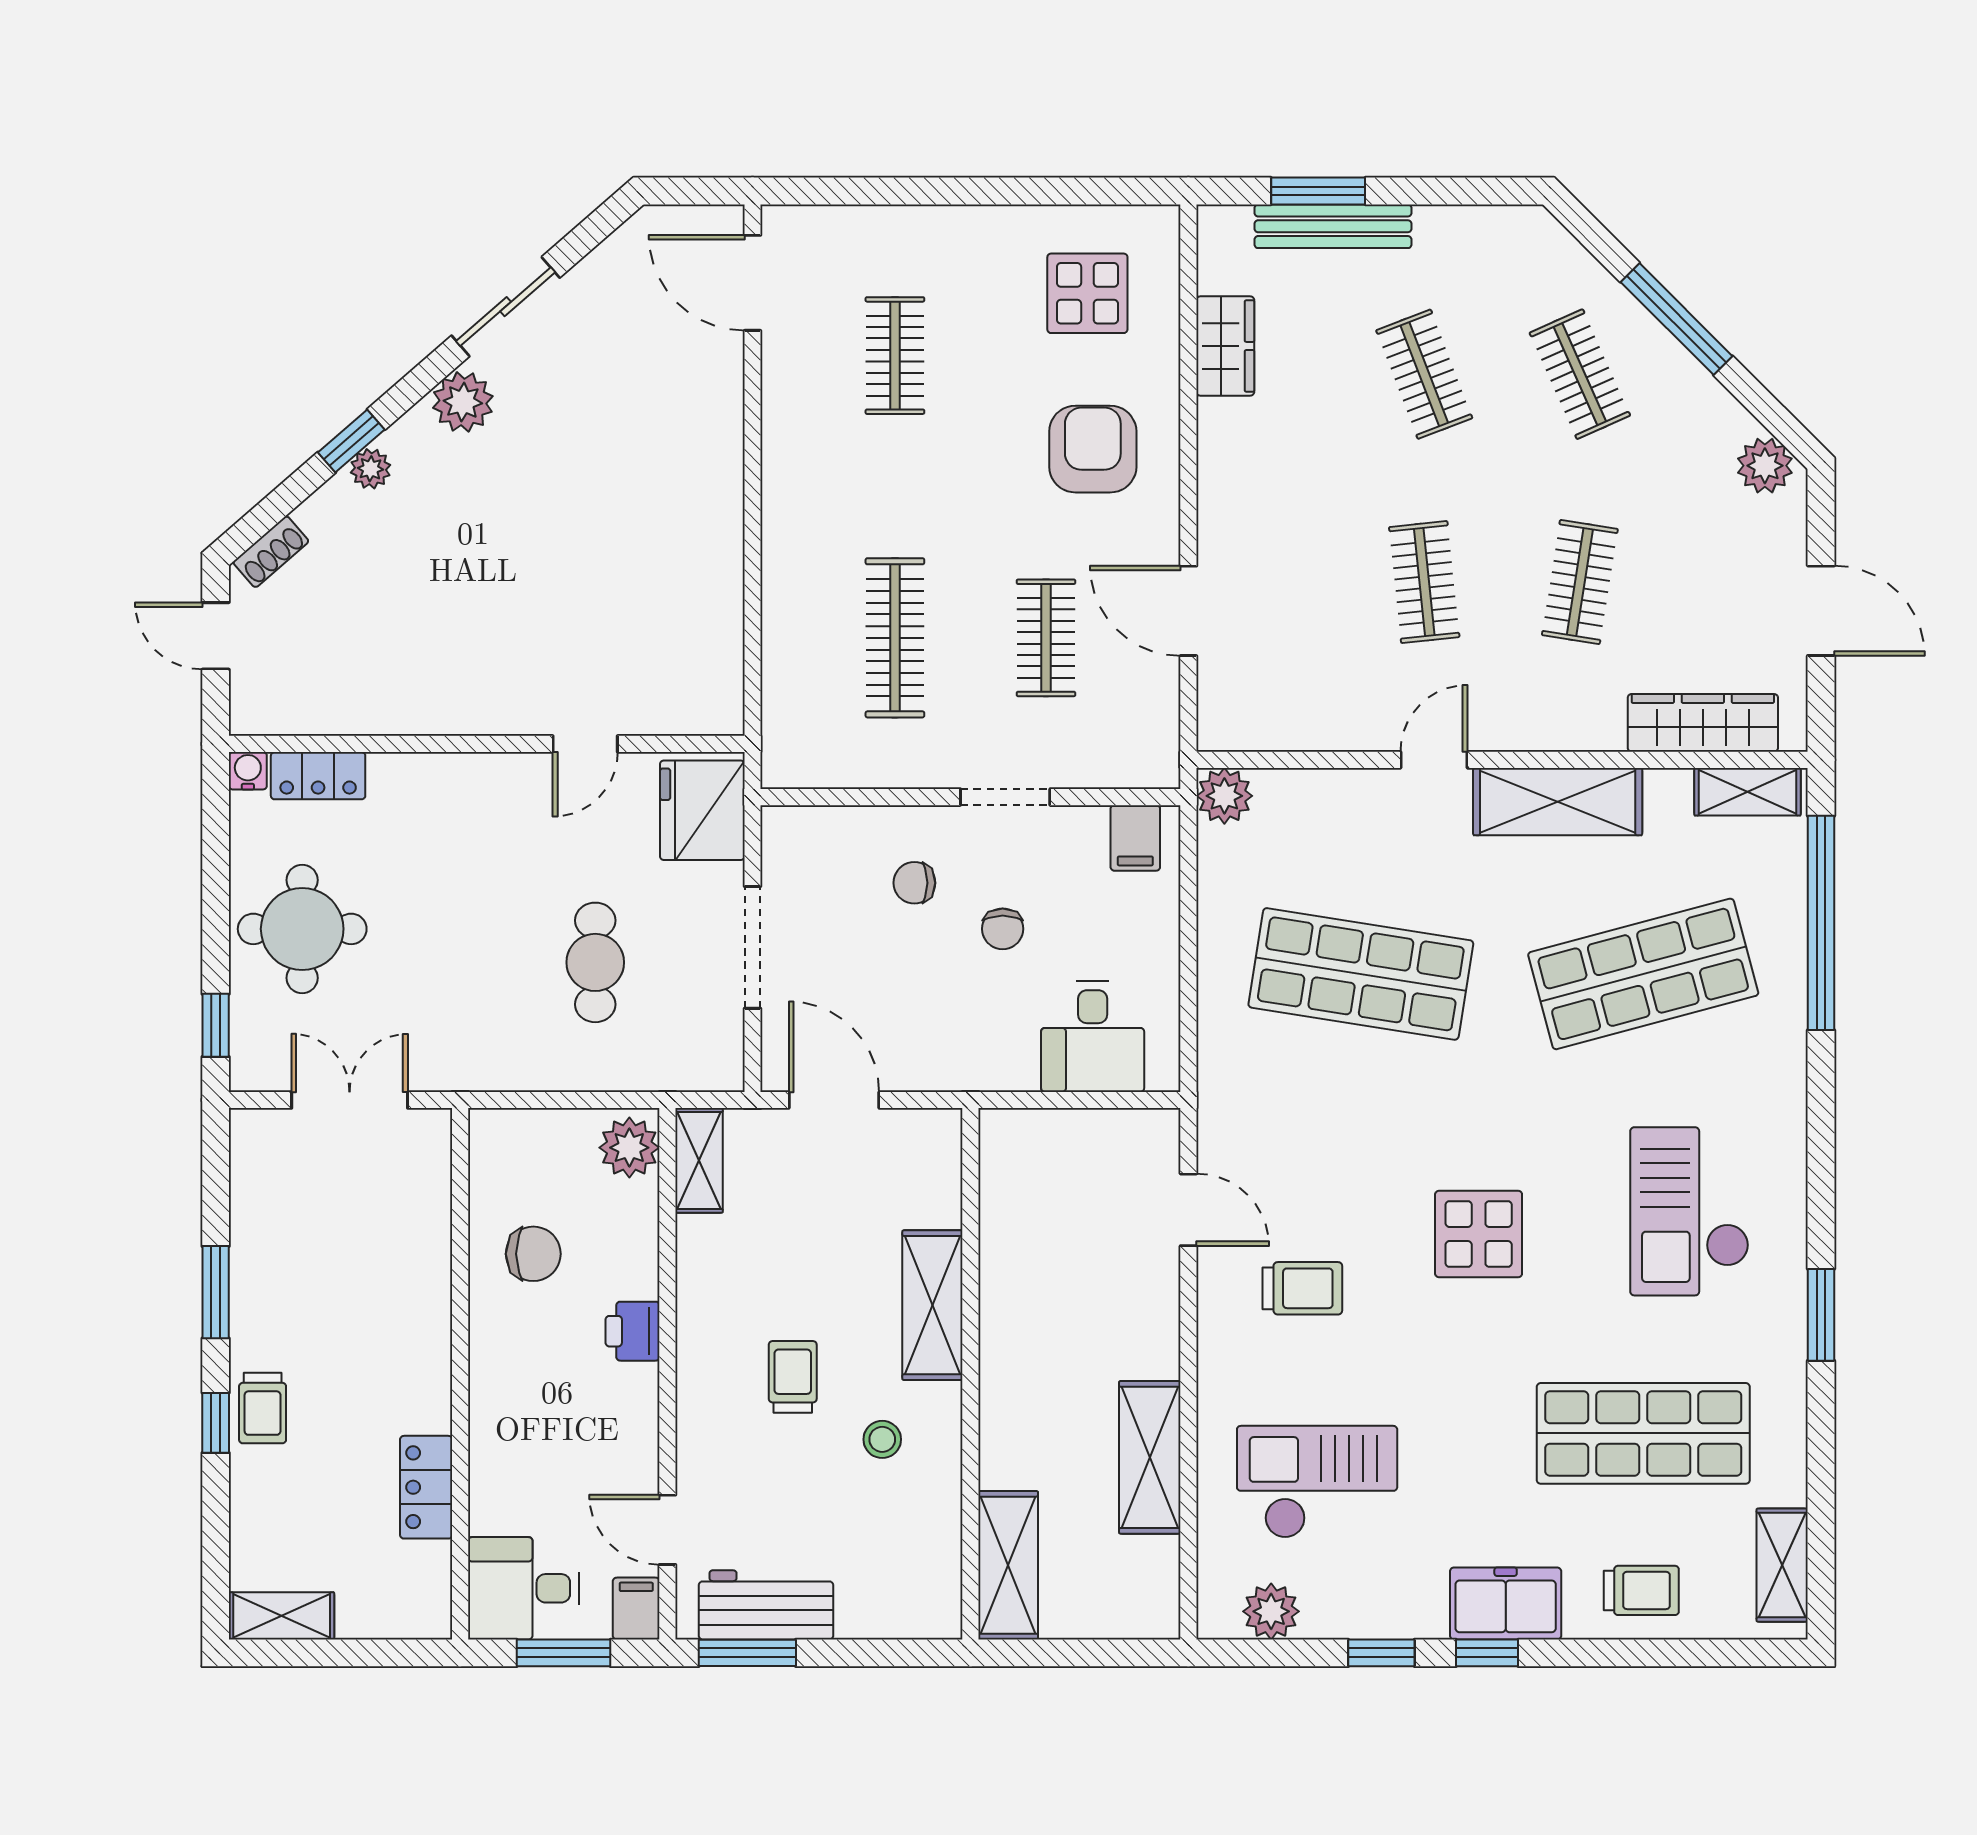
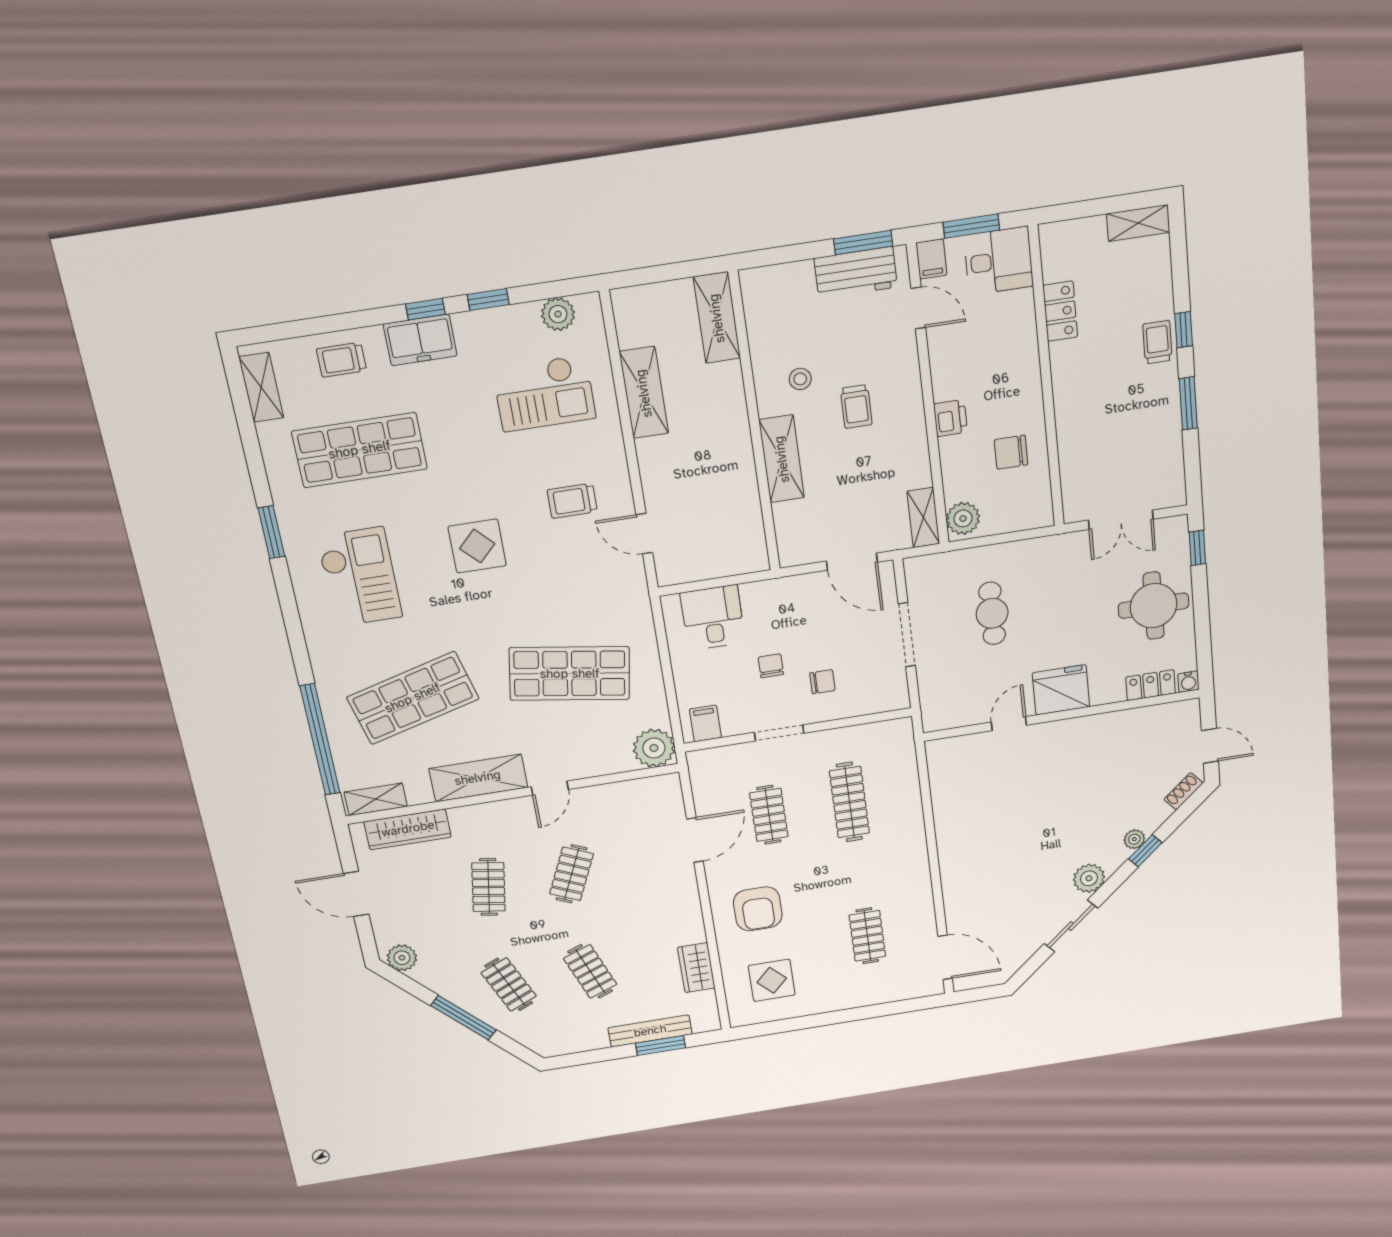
clothes rail: (1424, 582) -> (572, 874), turned 30
door: (1188, 611) -> (695, 840), hinge flipped
plant: (1224, 796) -> (654, 748), width x1.36, depth x1.36
fridge: (702, 810) -> (1061, 690), moved, turned -90

